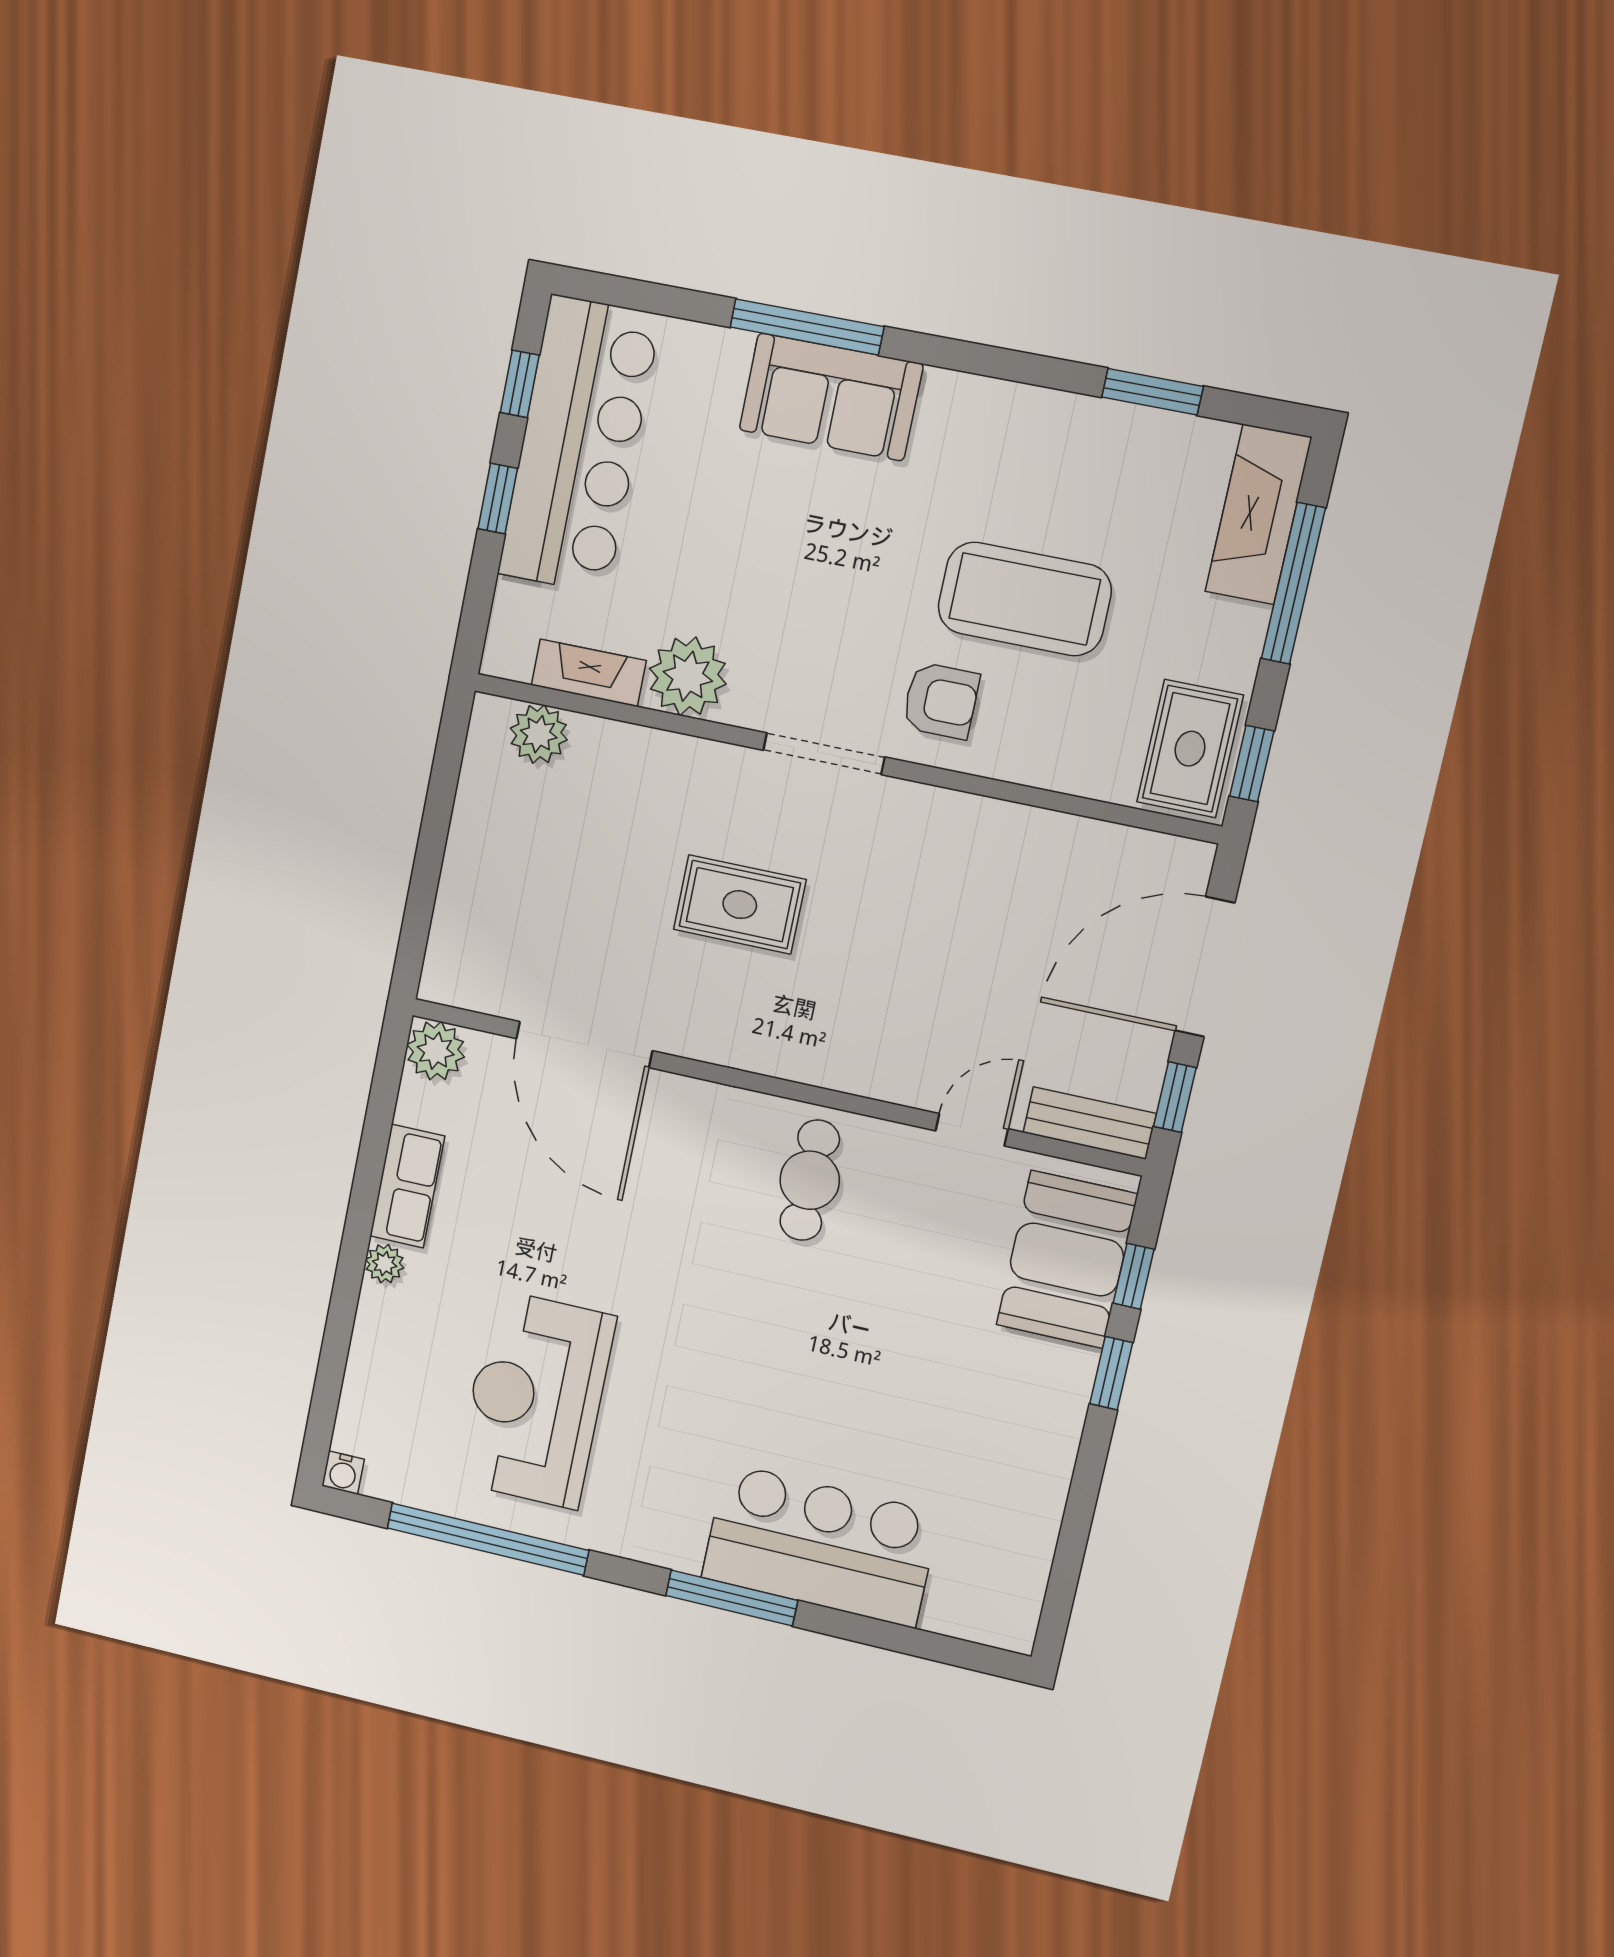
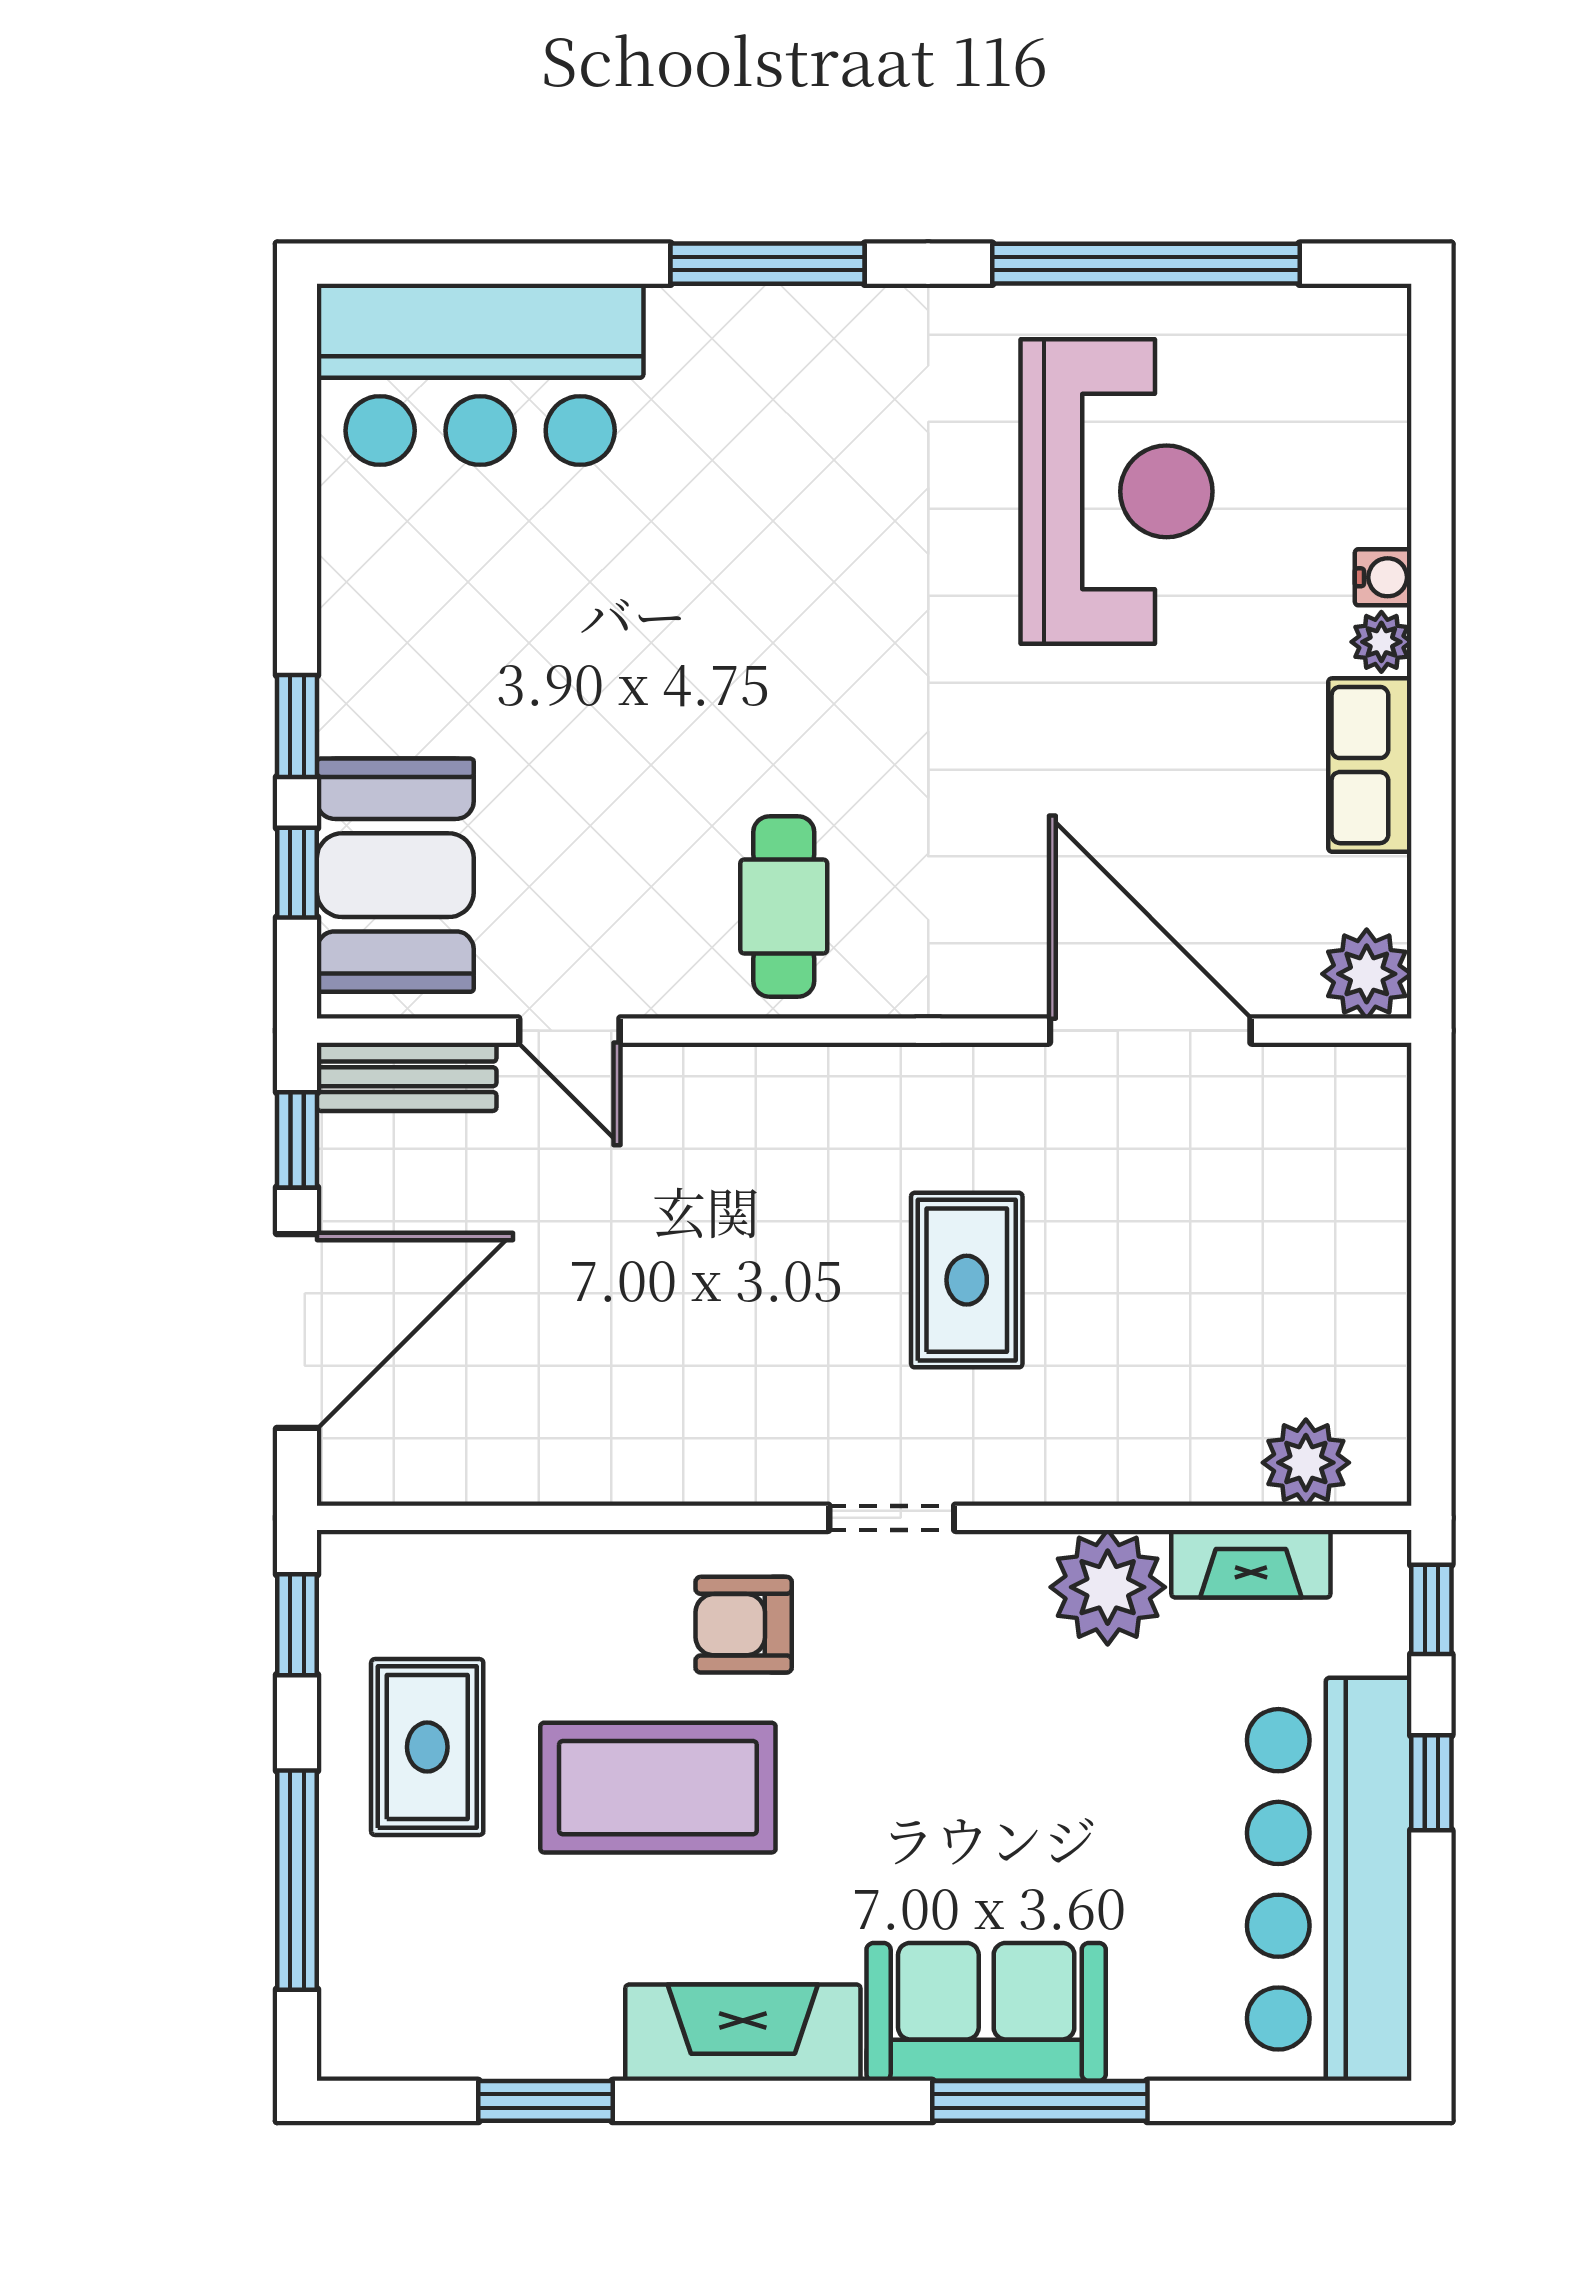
window: (520, 384) -> (1431, 1609), moved
fireplace: (1258, 514) -> (743, 2033), moved, turned -90
rug: (1190, 749) -> (427, 1747), moved
doorway: (824, 754) -> (892, 1518), width x0.73
rug: (740, 905) -> (967, 1280), turned 90
door: (972, 1130) -> (569, 1031), hinge flipped
water cooler: (343, 1473) -> (1383, 577), moved, turned 90
bar counter: (820, 1545) -> (480, 374), moved

